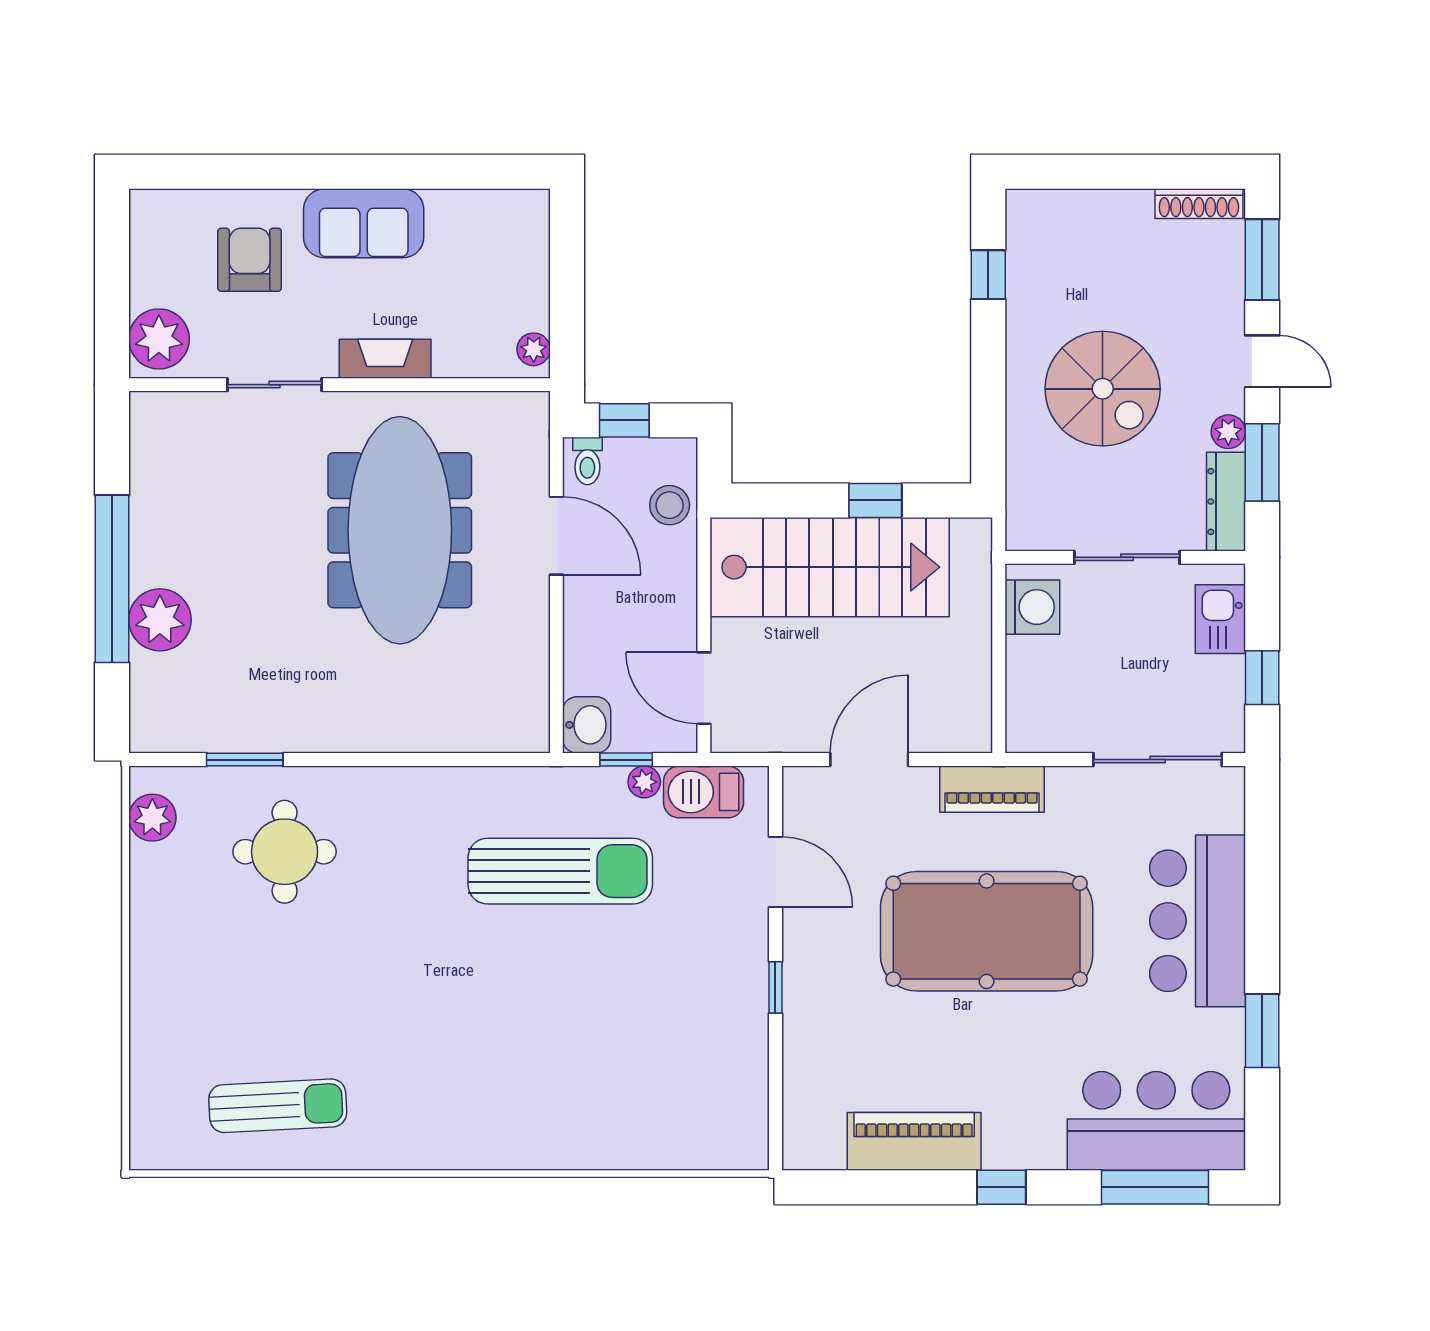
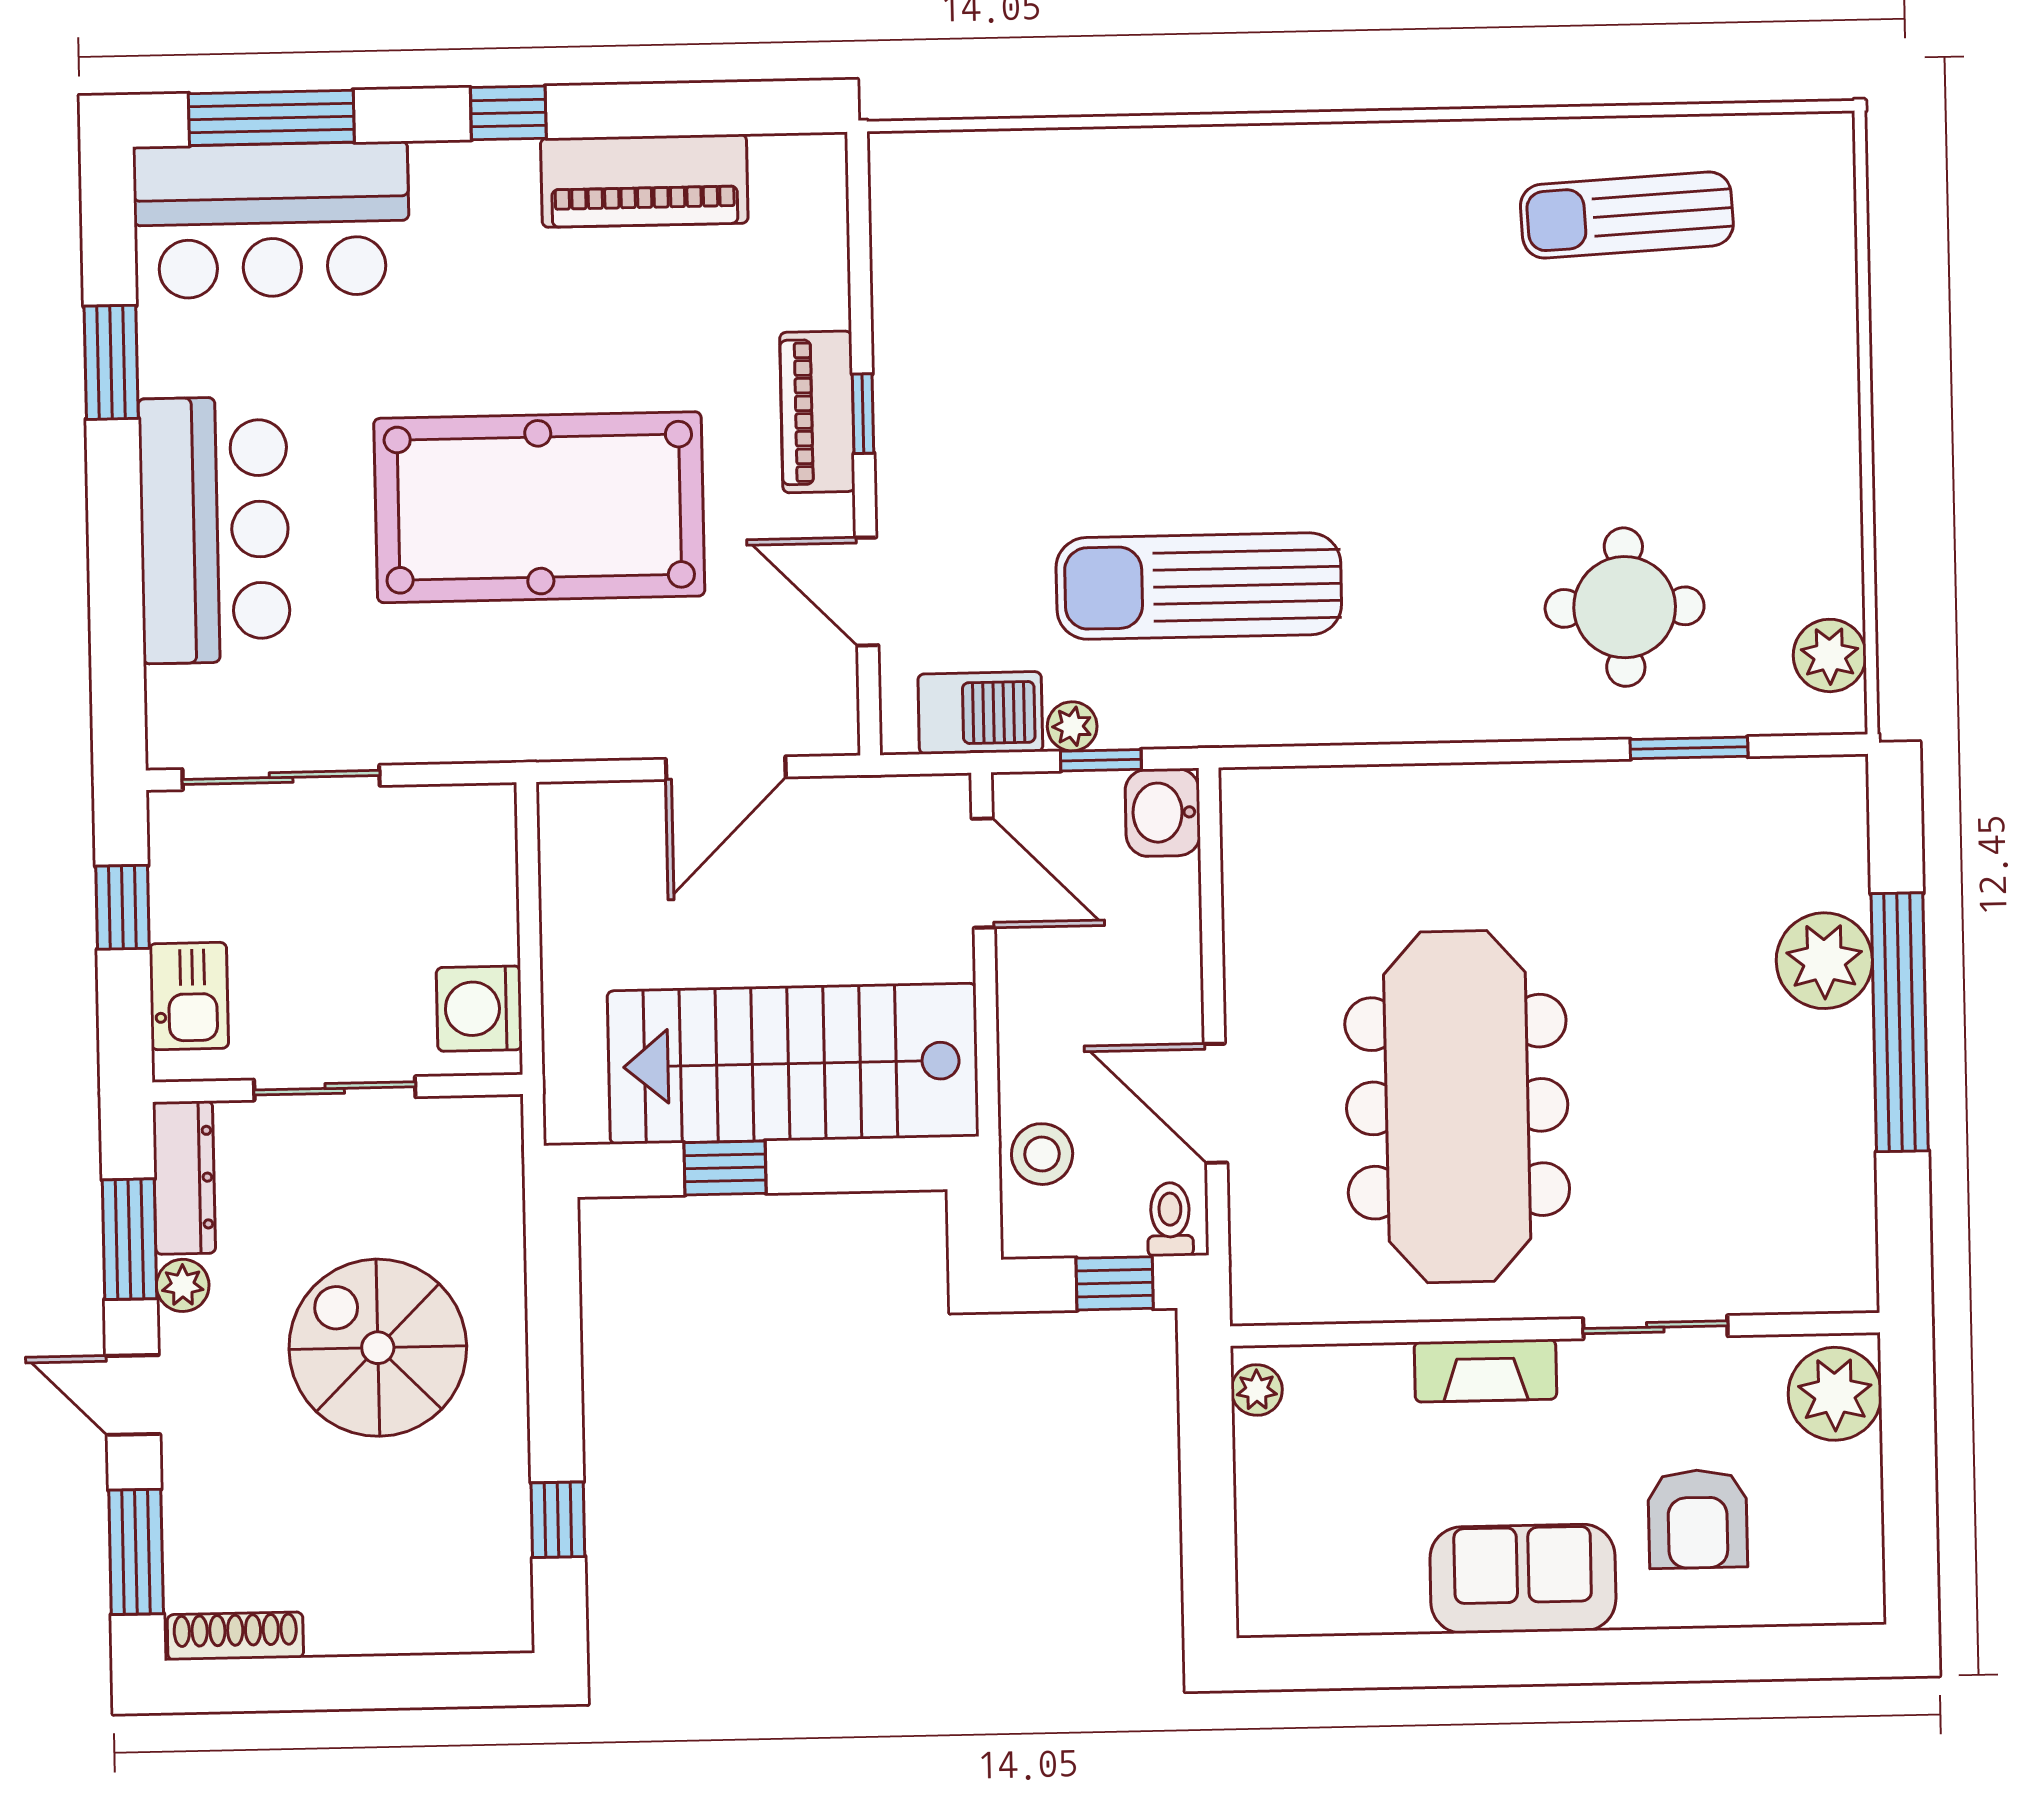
piano: (992, 789) -> (817, 412), moved, turned -90

